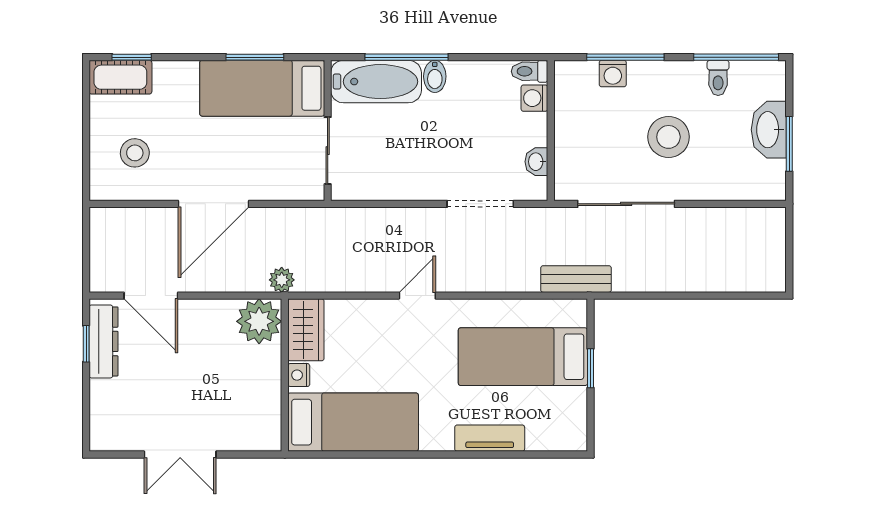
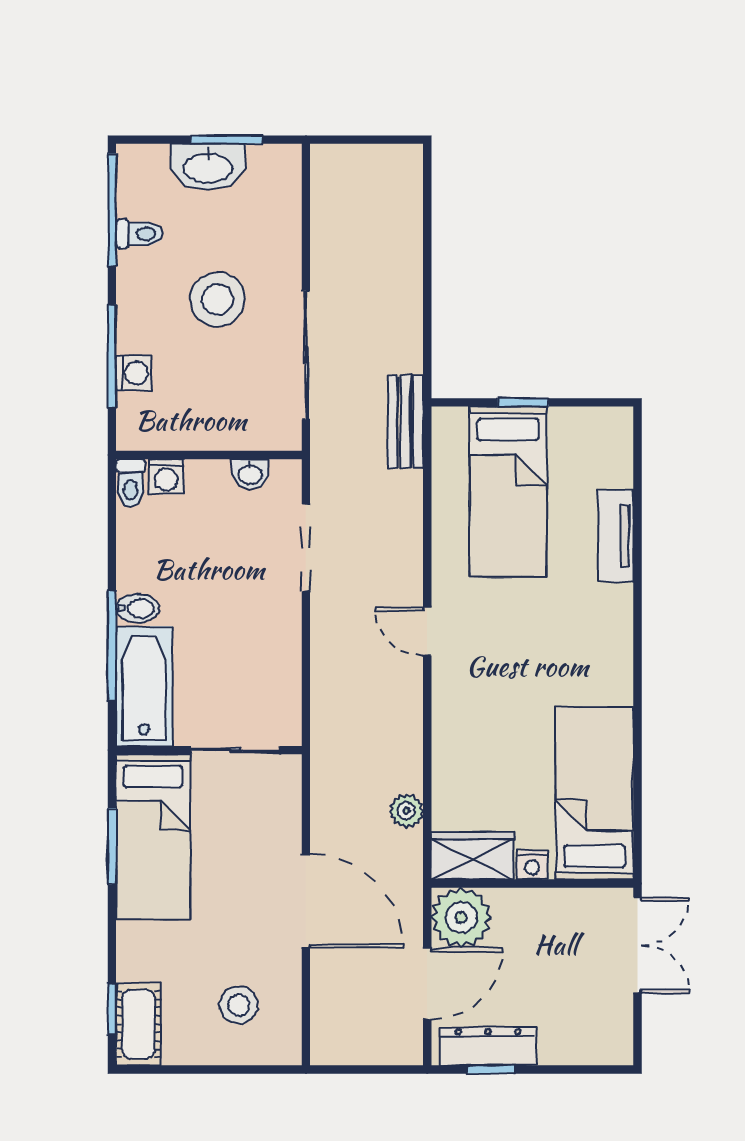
plant: (259, 321) -> (461, 918), moved
wardrobe: (306, 330) -> (473, 856), moved
wall: (285, 375) -> (532, 884), moved
nightstand: (299, 375) -> (532, 865), moved
bed: (353, 422) -> (595, 793), moved

